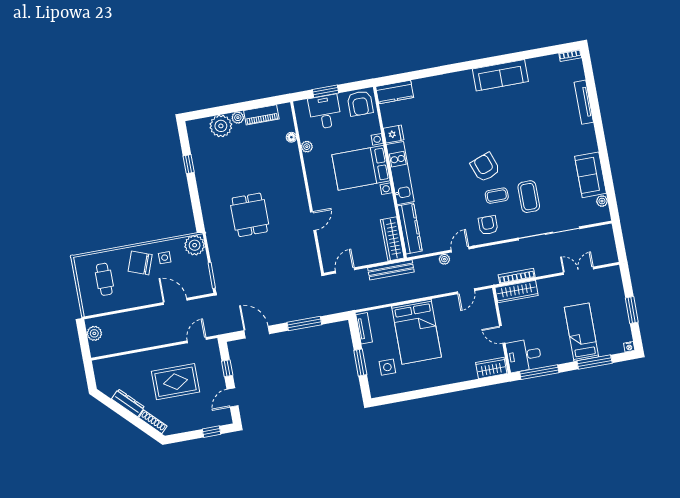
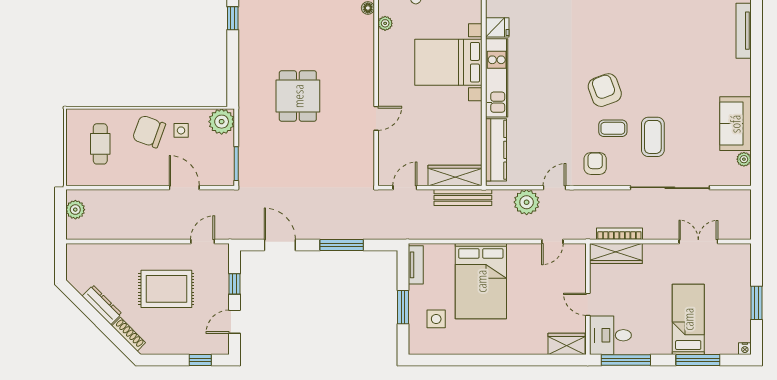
wardrobe: (392, 239) -> (455, 175), moved, turned 90
plant: (444, 259) -> (527, 202), width x1.88, depth x1.88

